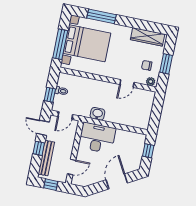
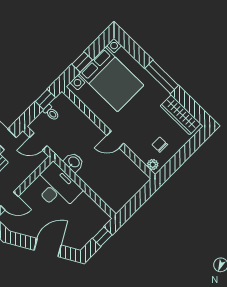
window: (102, 16) -> (162, 77), moved
window: (60, 44) -> (82, 62), width x0.46
window: (166, 64) -> (182, 156), removed
door: (127, 83) -> (115, 139), moved
window: (50, 95) -> (45, 99), moved

